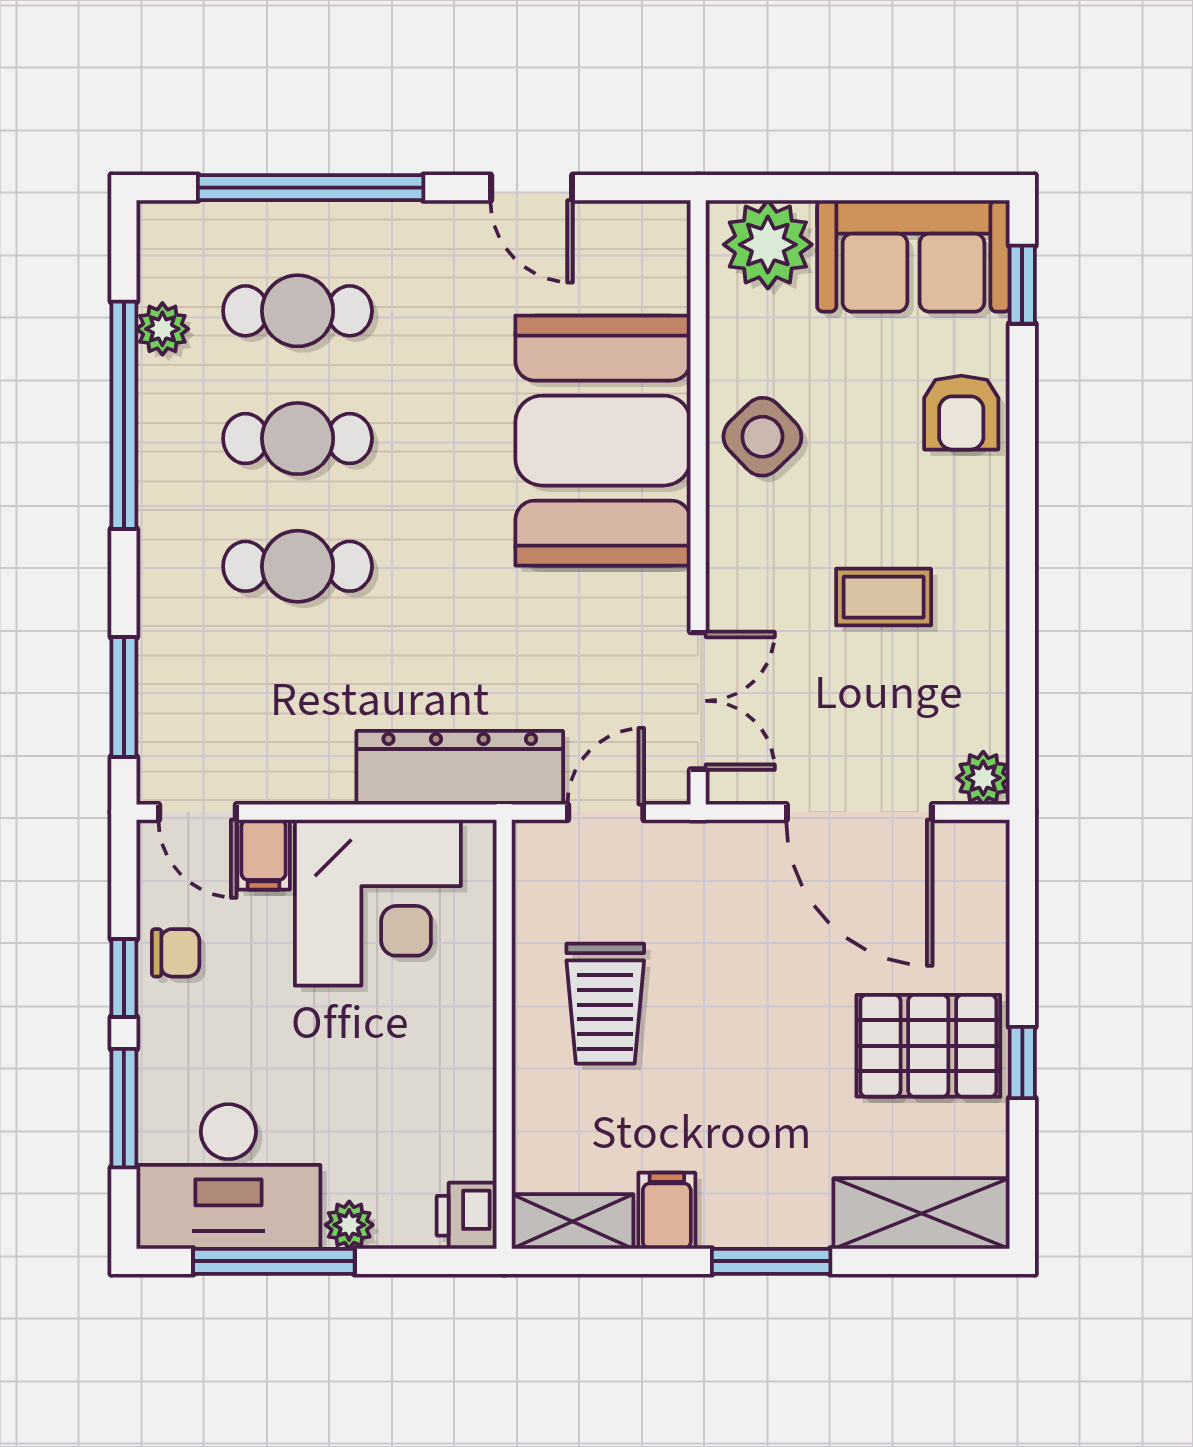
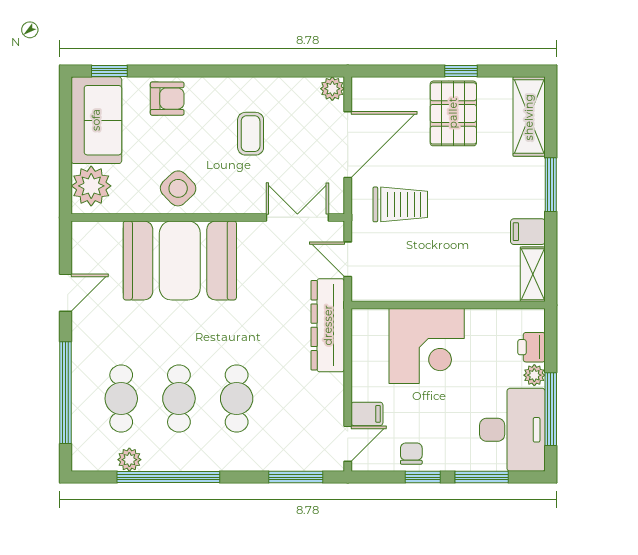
corner desk: (378, 903) -> (427, 346), moved, turned 90
trolley: (605, 1004) -> (400, 204), moved
printer: (467, 1216) -> (531, 347), moved, turned 90

